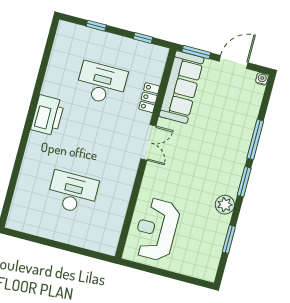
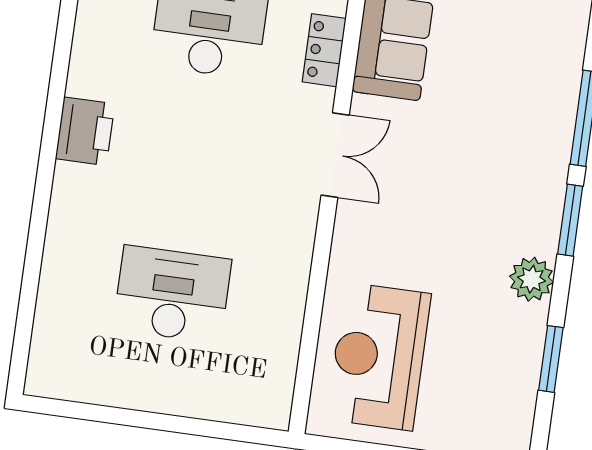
printer: (48, 115) -> (85, 131), width x0.73, depth x0.84

